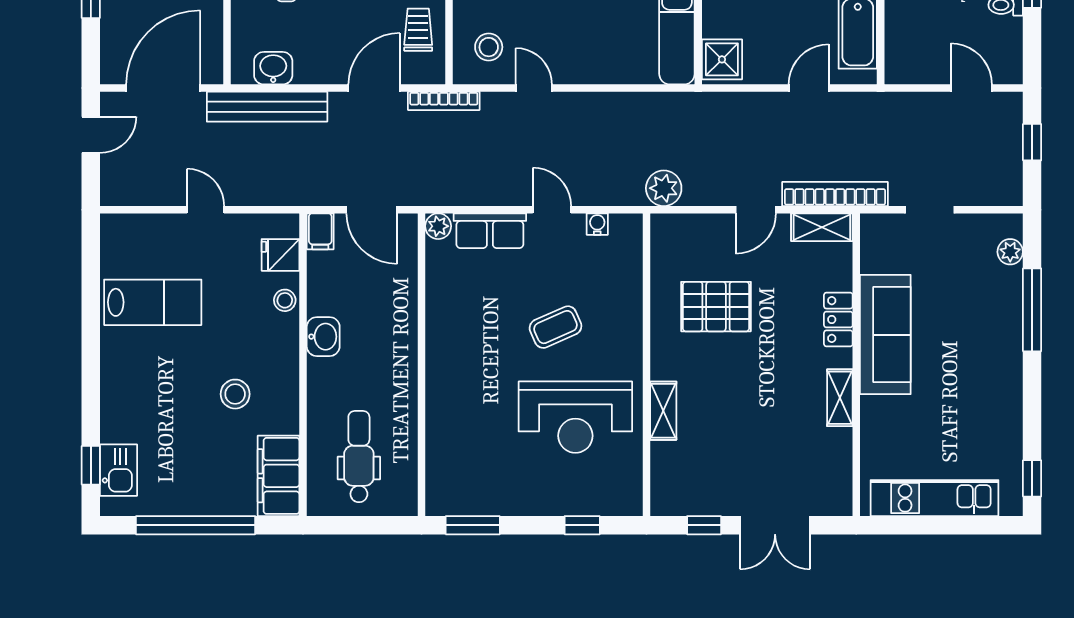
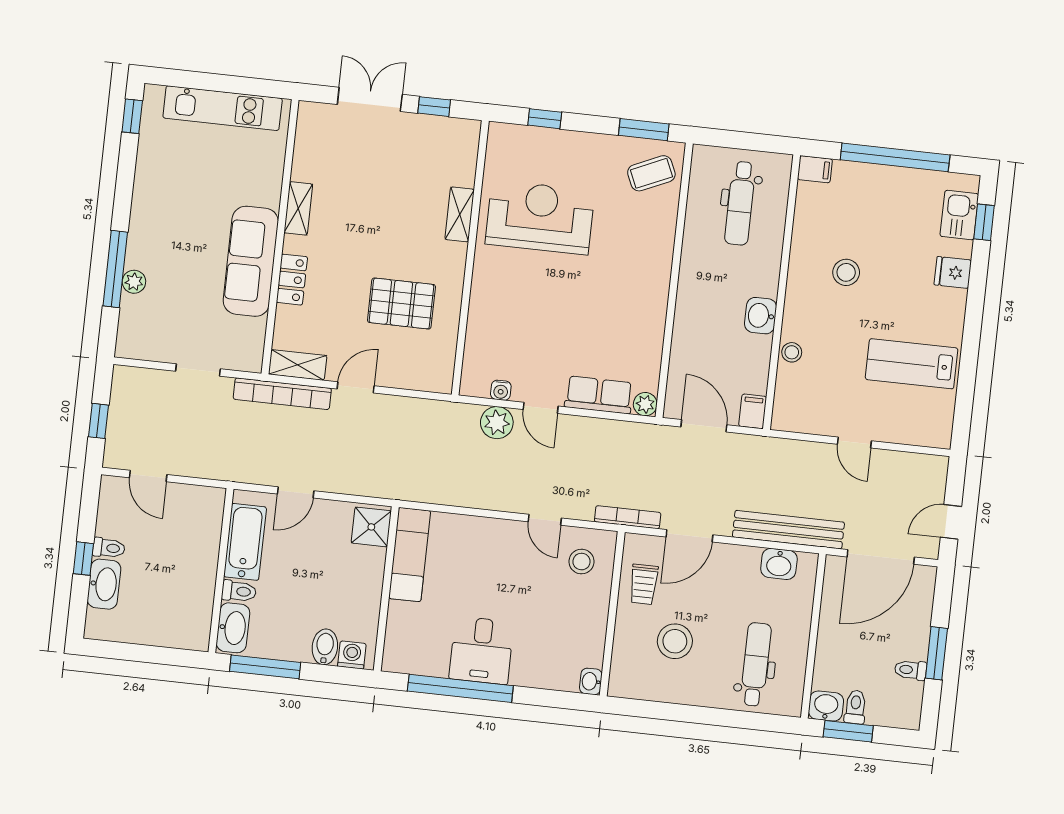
plant: (664, 188) -> (497, 423), moved
plant: (1010, 252) -> (134, 282), moved
fridge: (280, 255) -> (953, 272), moved, turned 180
coffee table: (556, 327) -> (651, 173), moved
filing cabinet: (279, 476) -> (815, 169), width x0.33, depth x0.86

